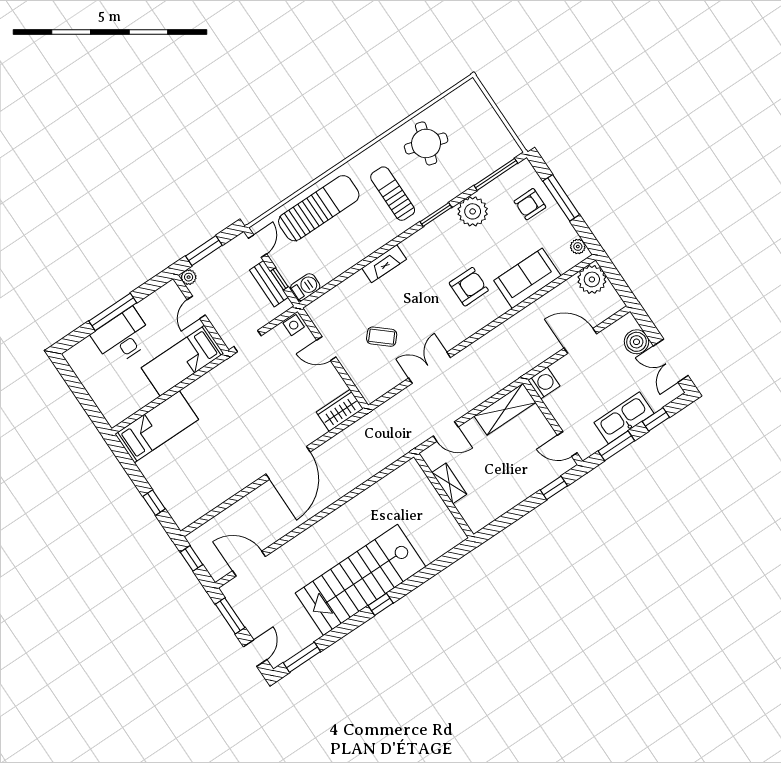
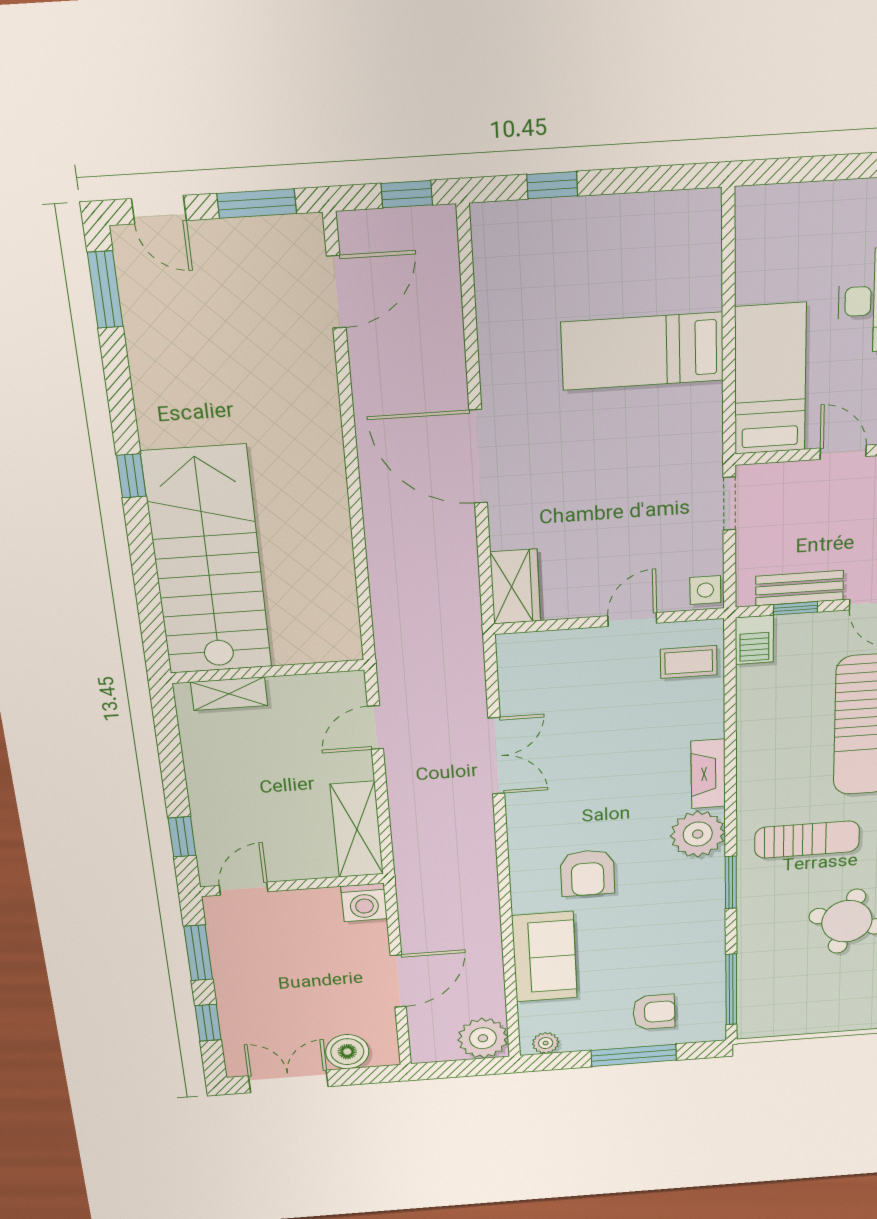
armchair: (530, 204) -> (654, 1012), turned 90
plant: (473, 211) -> (698, 834), moved
coffee table: (382, 337) -> (689, 662), moved, turned 49
kitchen sink: (624, 418) -> (237, 983), removed
bed: (157, 427) -> (643, 351), moved, turned 90
shelving: (449, 483) -> (229, 694), moved
stairs: (361, 580) -> (207, 561), moved

